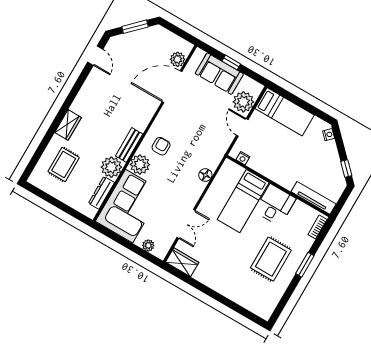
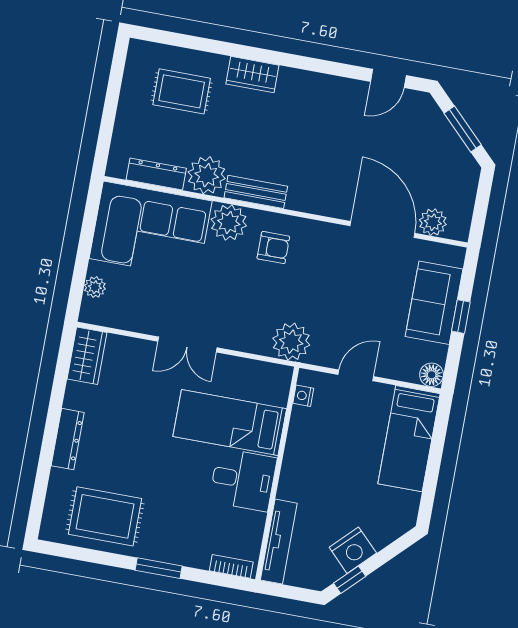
plant: (243, 102) -> (291, 342), moved
nightstand: (329, 135) -> (353, 550), moved, width x1.89, depth x1.79
floor lamp: (205, 175) -> (432, 375), moved
double door: (186, 224) -> (187, 345), moved
rug: (271, 259) -> (105, 516), moved
dresser: (222, 288) -> (68, 439), added

